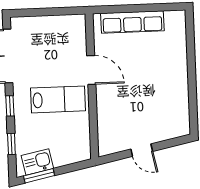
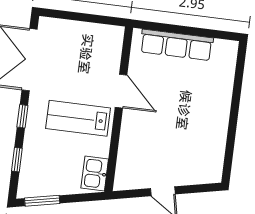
lab bench: (58, 99) -> (78, 118), turned 180
kitchen sink: (37, 162) -> (95, 174), moved, turned -78

